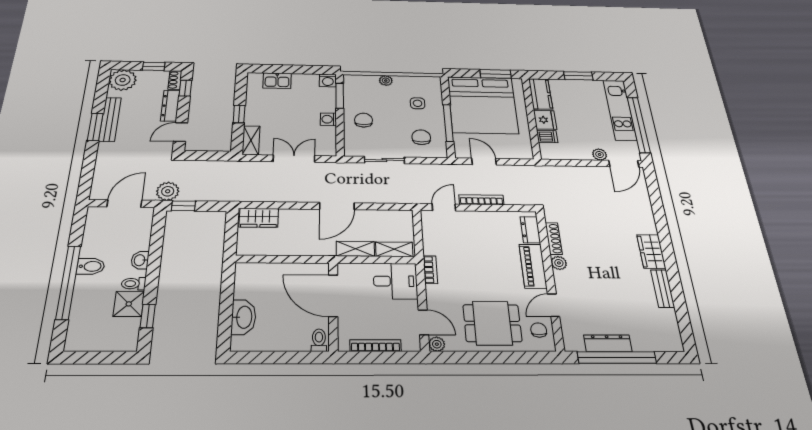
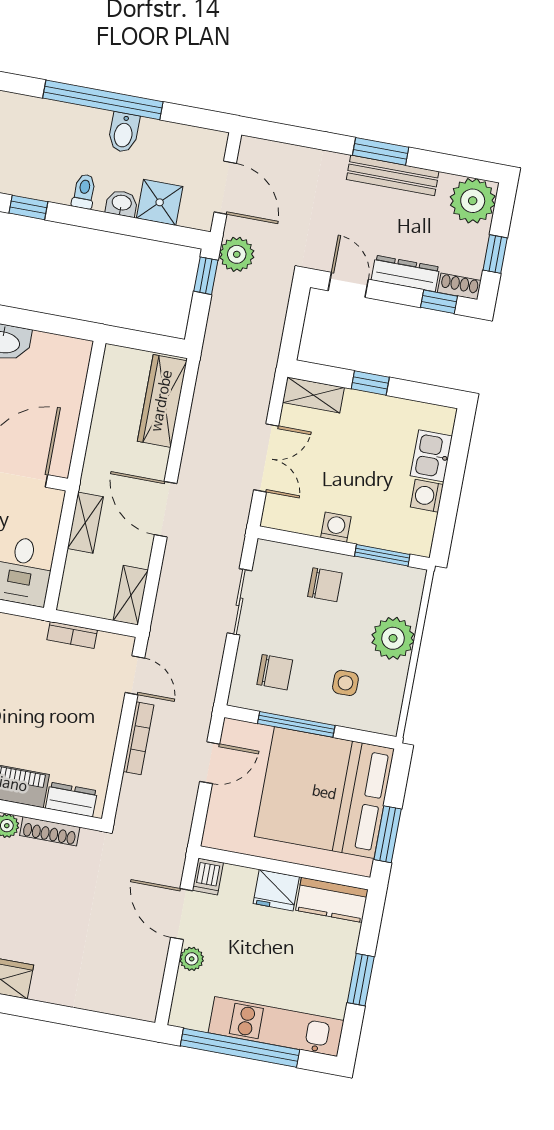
washing machine: (328, 80) -> (427, 496), moved
plant: (386, 81) -> (393, 638), width x1.88, depth x1.88
dishwasher: (547, 137) -> (208, 877), moved
door: (624, 164) -> (182, 914), moved
wardrobe: (259, 218) -> (162, 401), width x1.50
shelving: (394, 249) -> (131, 595), moved
bookcase: (430, 270) -> (72, 635), moved
shower: (129, 304) -> (160, 202), moved

